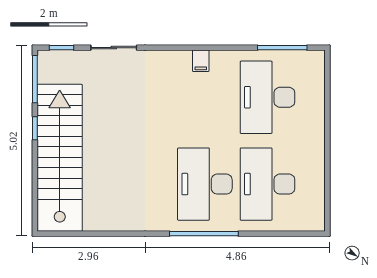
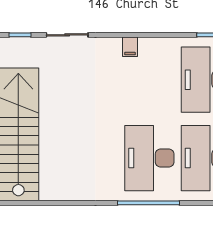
filing cabinet: (201, 61) -> (130, 47), moved

